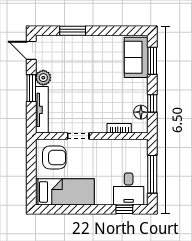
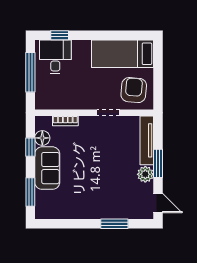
sofa: (136, 57) -> (47, 168), moved
armchair: (54, 157) -> (134, 90), turned 95

